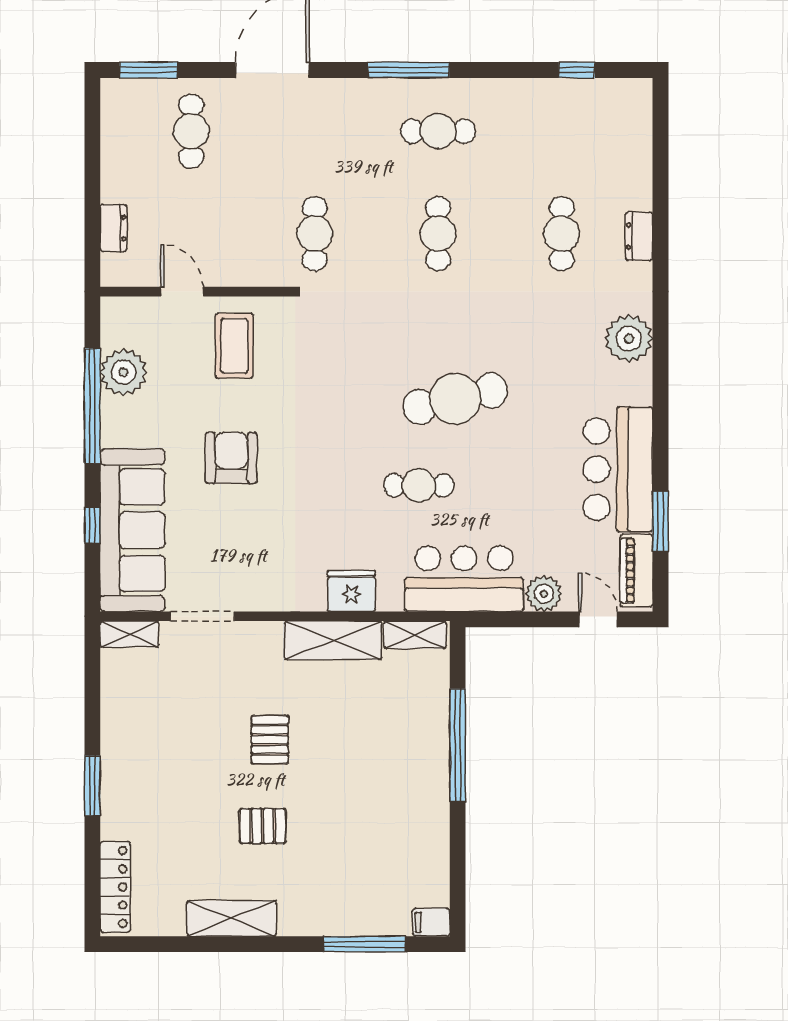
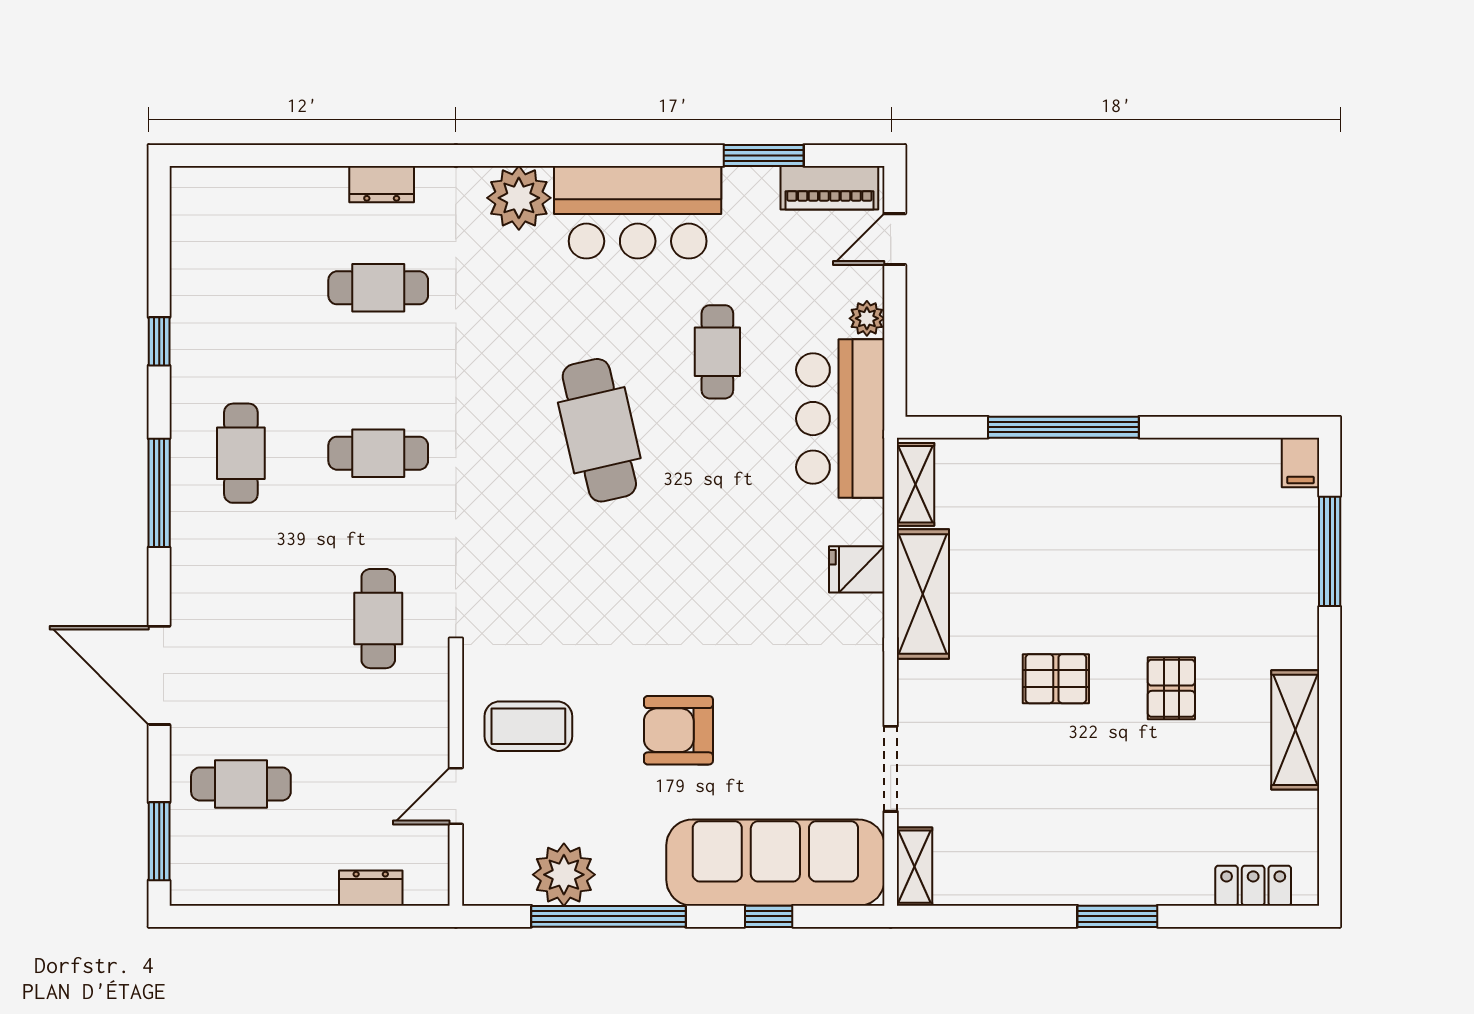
window: (577, 70) -> (159, 341), moved
cafe table: (315, 234) -> (378, 619), turned 90
bar counter: (618, 469) -> (638, 212), moved
cafe table: (419, 485) -> (717, 352), moved
fridge: (351, 591) -> (857, 569), width x0.72
plant: (544, 594) -> (867, 318), width x0.73, depth x0.73
locker: (115, 887) -> (1253, 886), width x0.66

